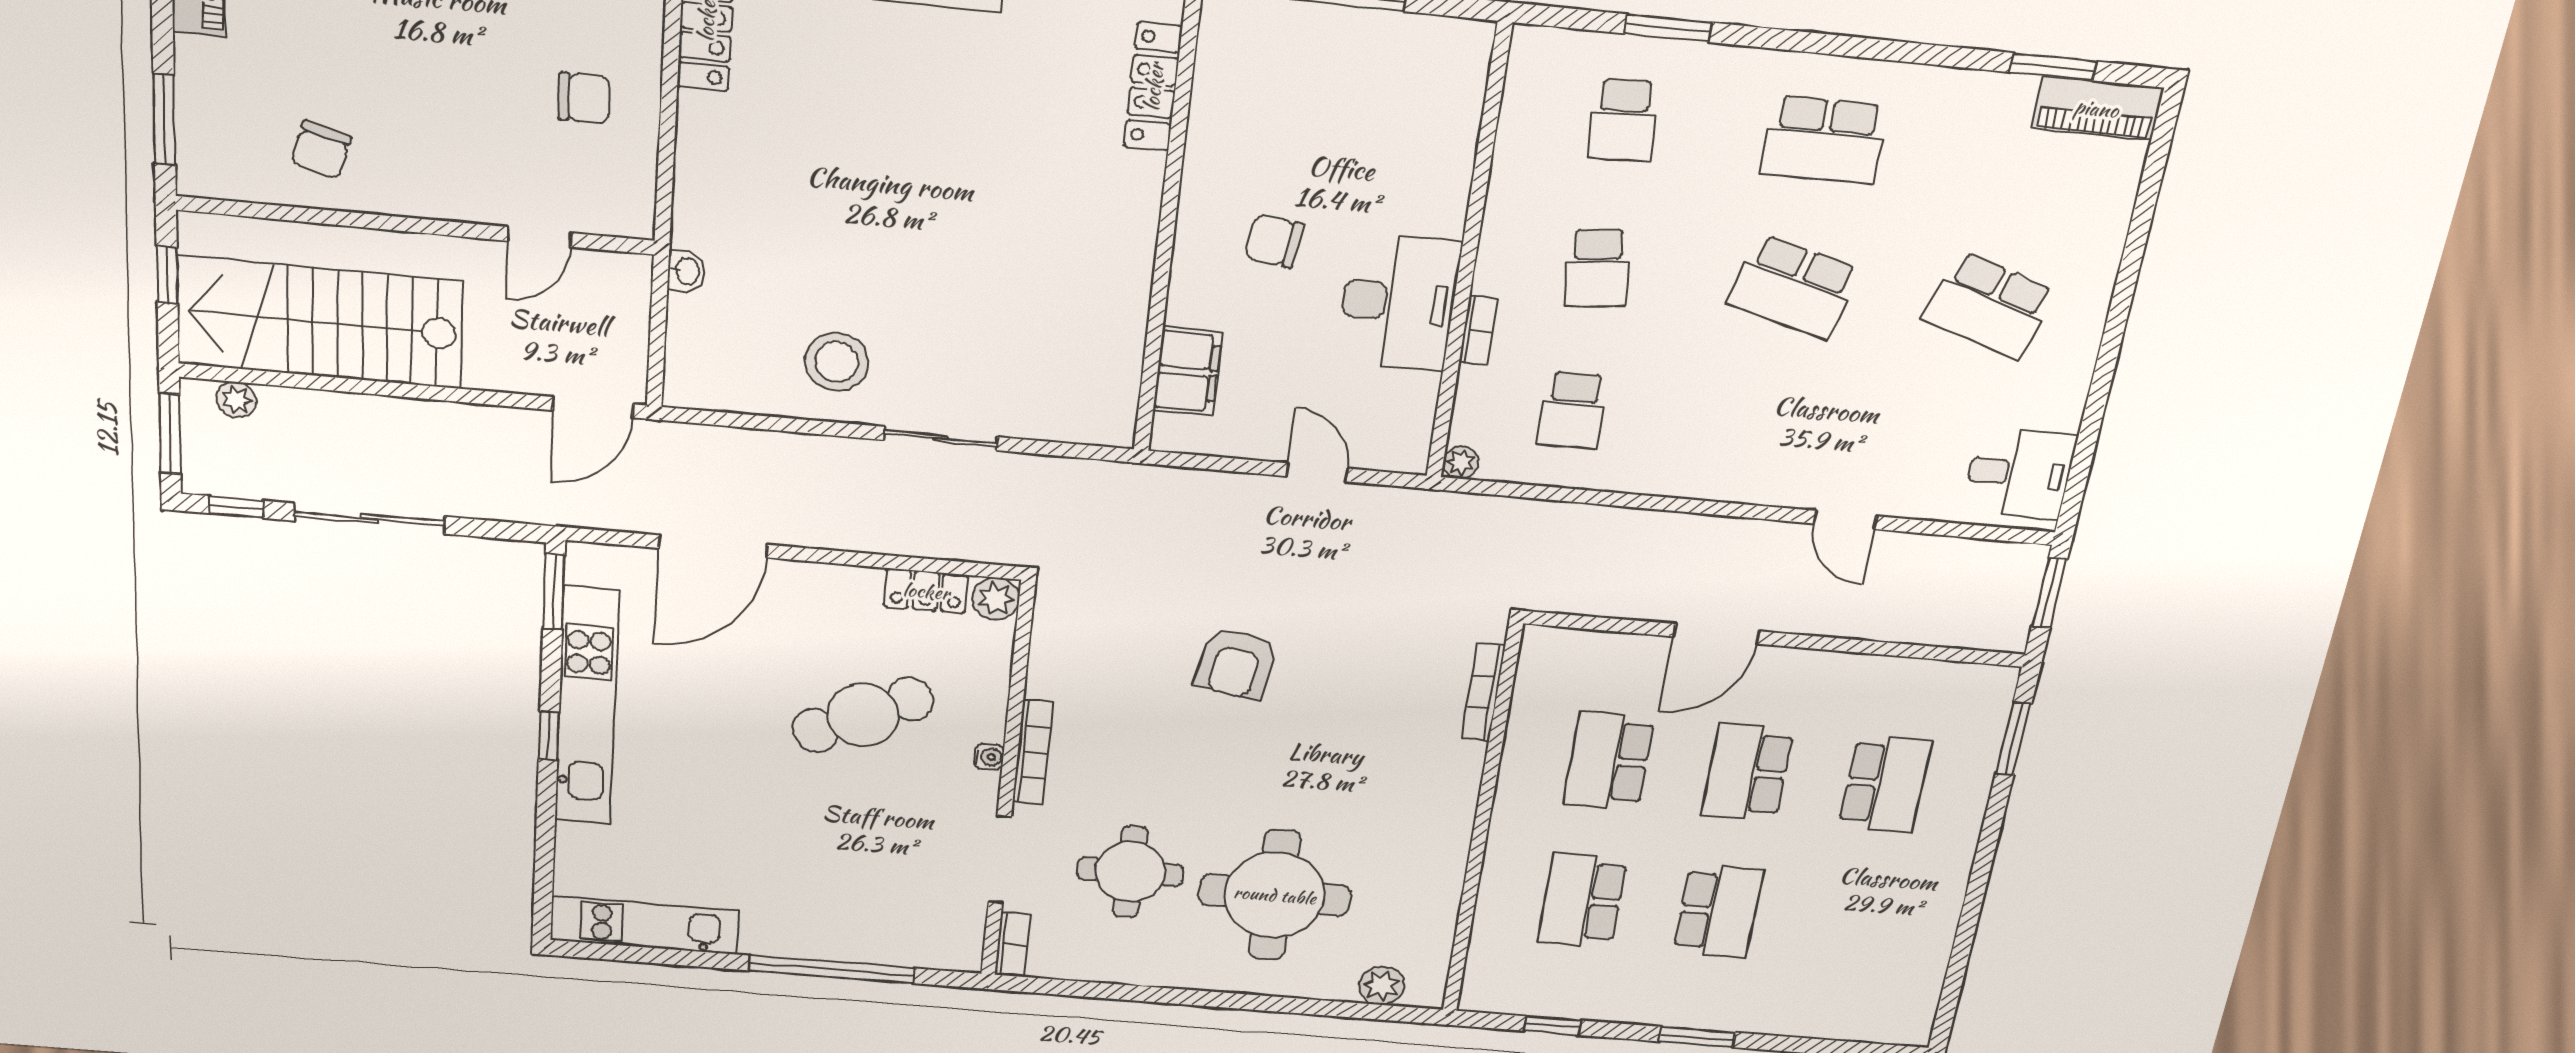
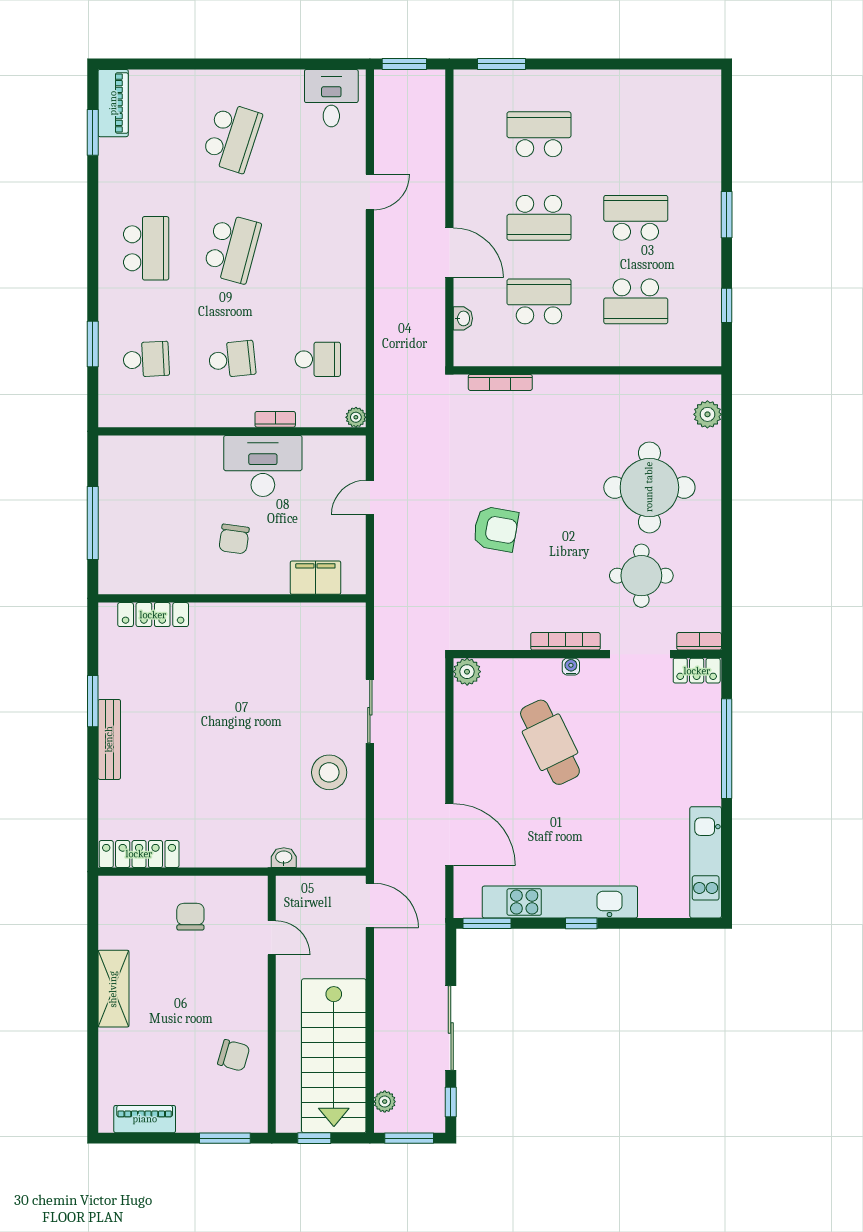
locker: (926, 591) -> (697, 671), moved, turned 90
washbasin: (1602, 645) -> (463, 318), added
school desk: (1609, 761) -> (539, 301), turned 180

